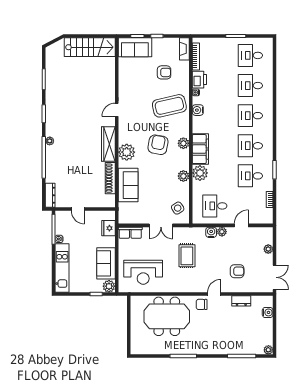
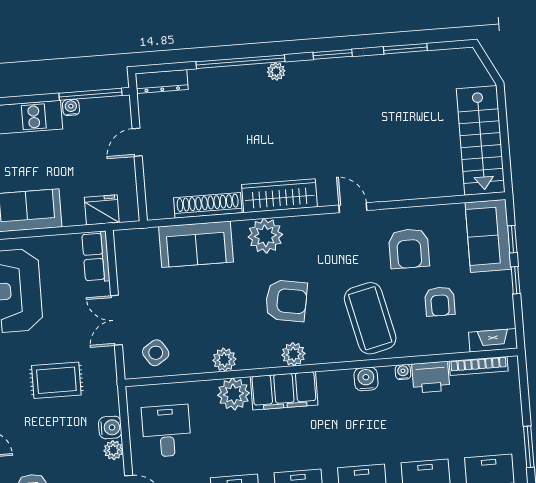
armchair: (138, 85) -> (409, 248), added

